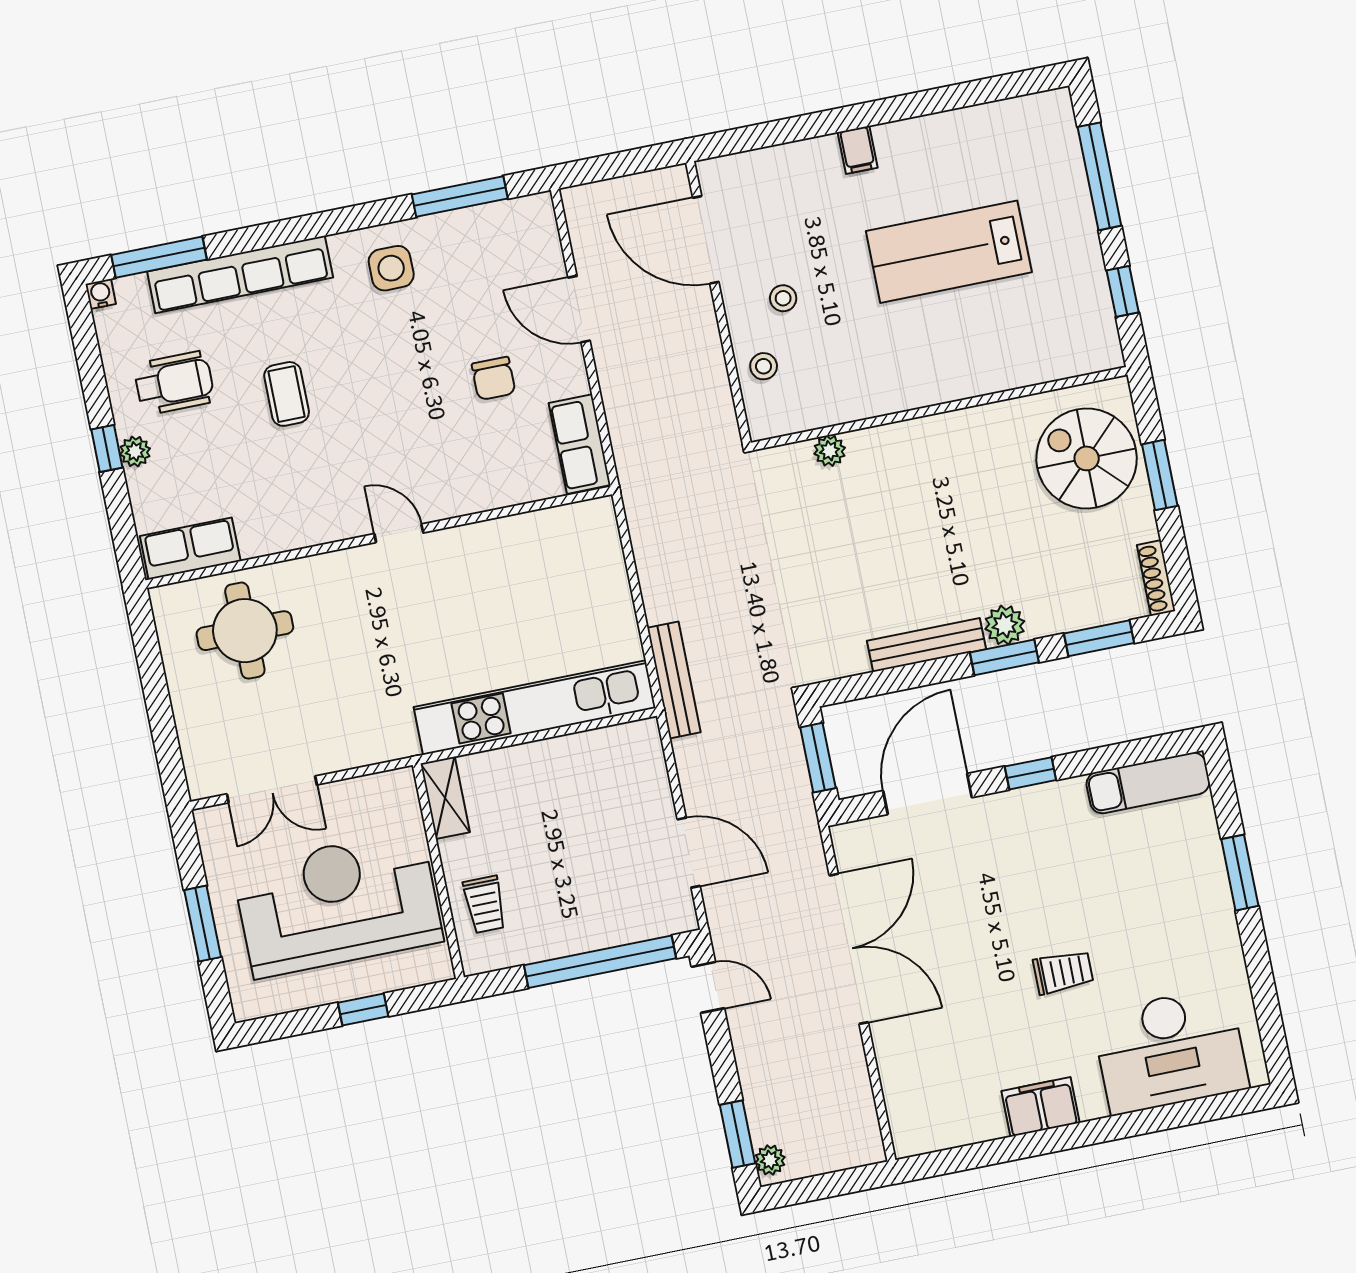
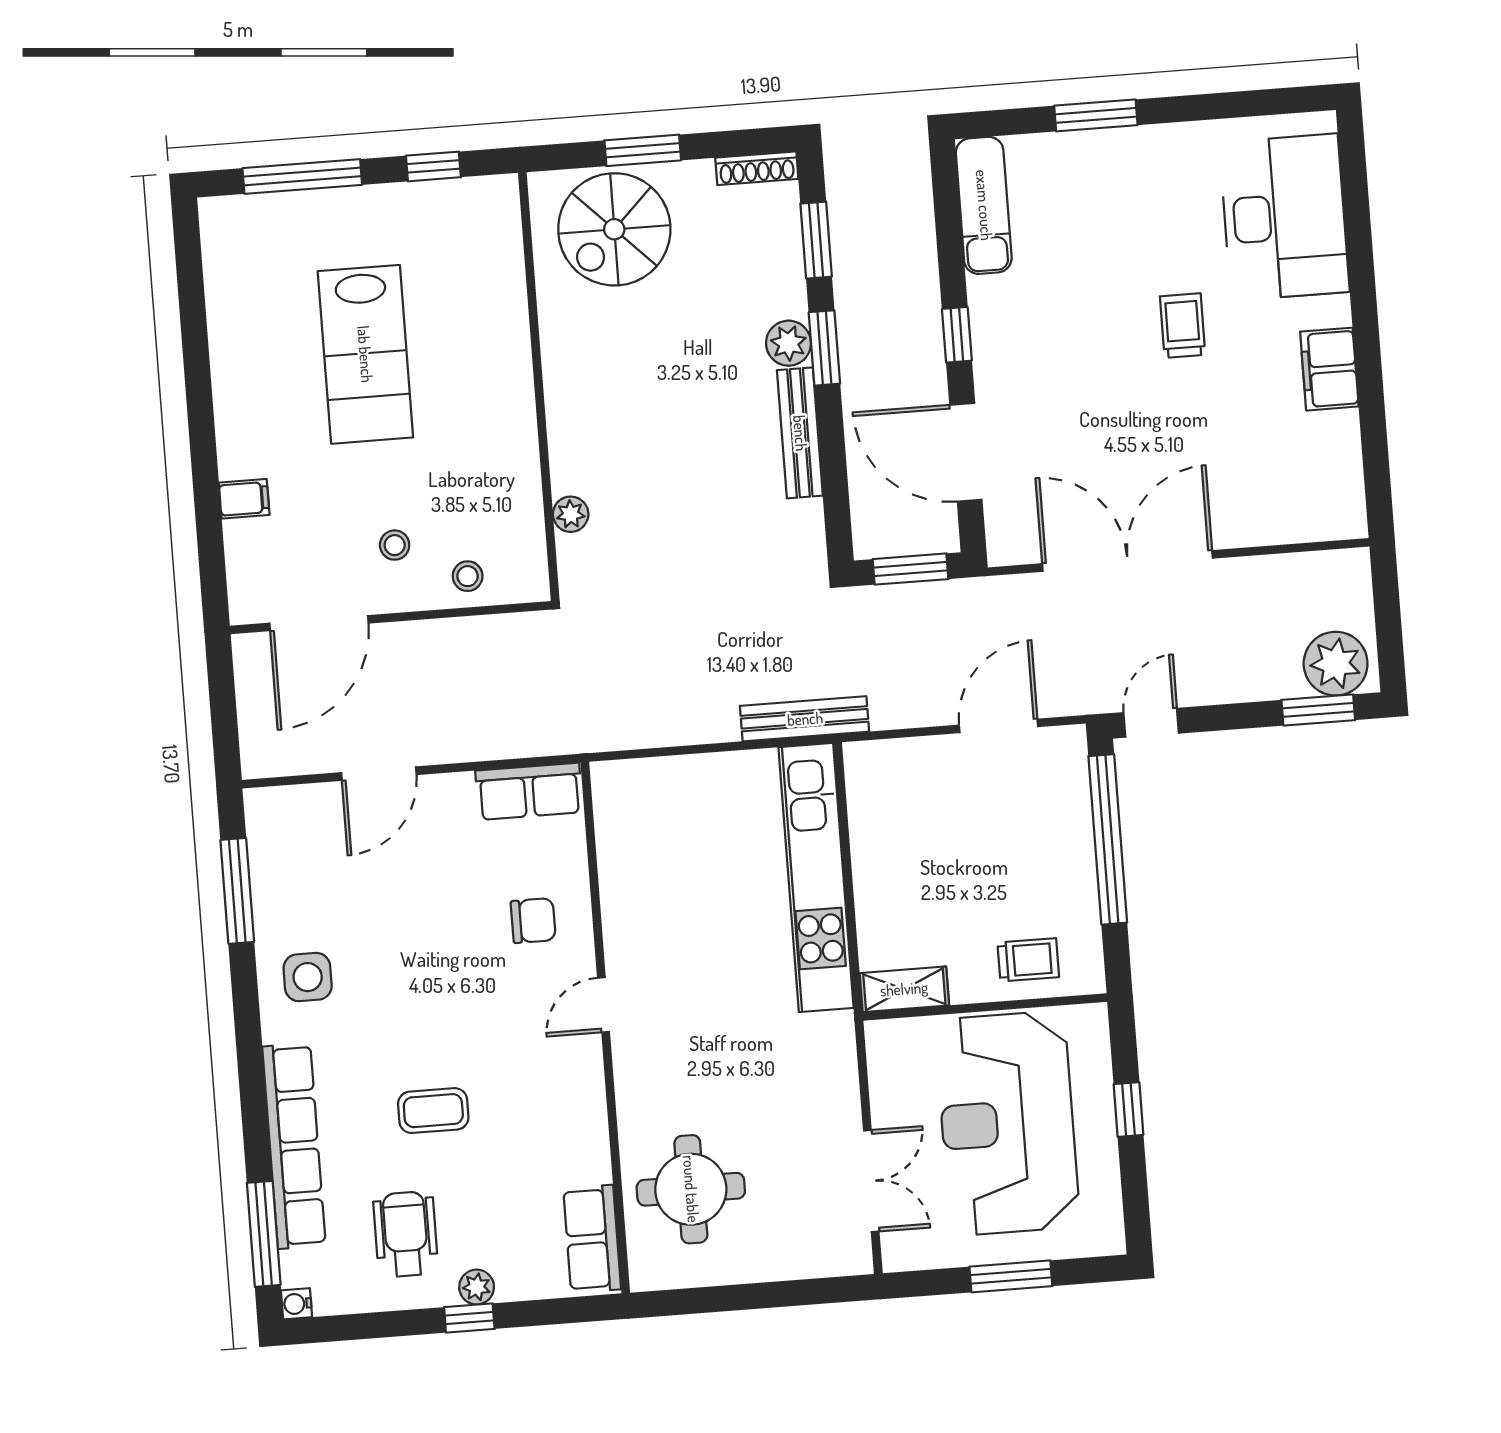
filing cabinet: (858, 150) -> (244, 499), moved
chair: (494, 378) -> (533, 921), moved
plant: (770, 1160) -> (1336, 664), width x1.88, depth x1.88

